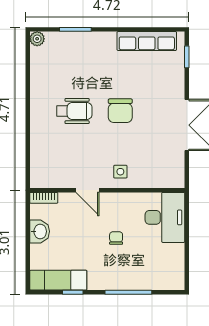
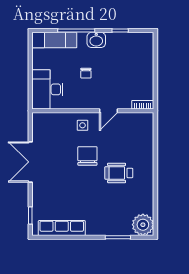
plant: (37, 39) -> (143, 225), width x1.87, depth x1.87
chair: (120, 111) -> (87, 156), moved
door: (87, 190) -> (108, 111), swing flipped
washbasin: (40, 231) -> (96, 40), moved, turned -90
exam couch: (58, 280) -> (54, 40), moved

